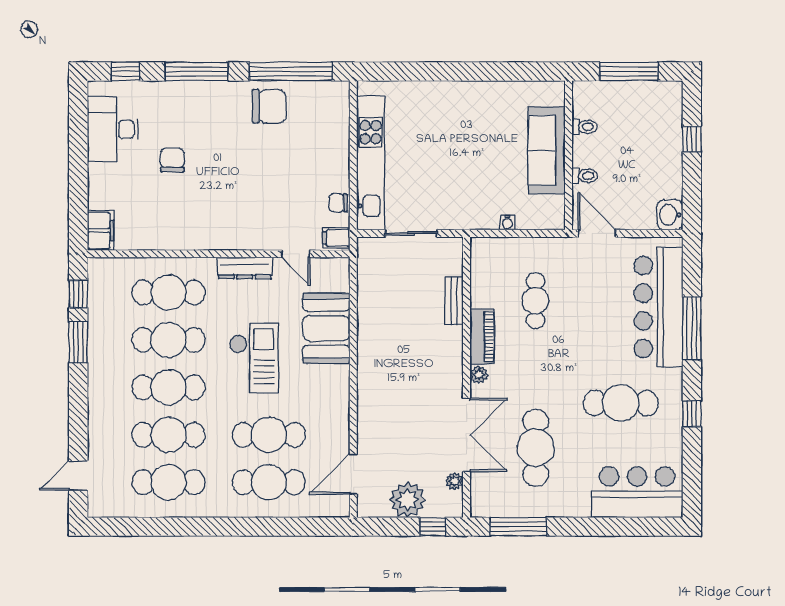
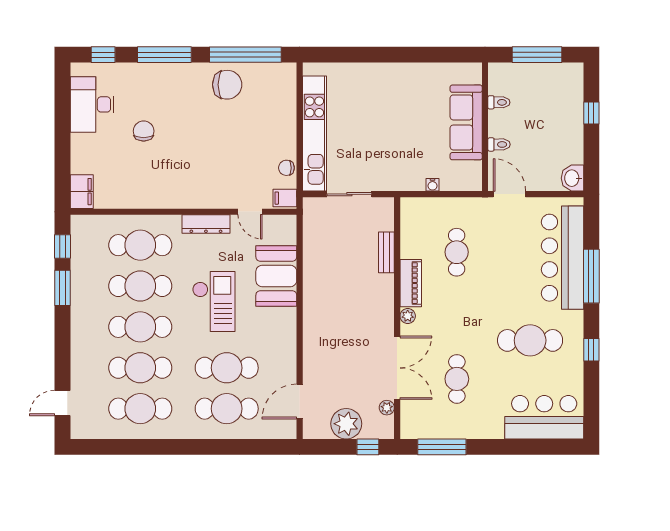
cafe table: (536, 448) -> (457, 379), width x0.73, depth x0.74

